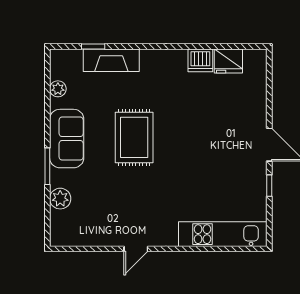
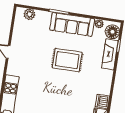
floor lamp: (69, 62) -> (112, 32), added
sofa: (67, 139) -> (72, 24), width x1.36
plant: (60, 199) -> (29, 14), moved

